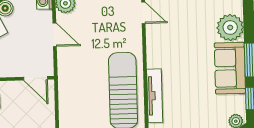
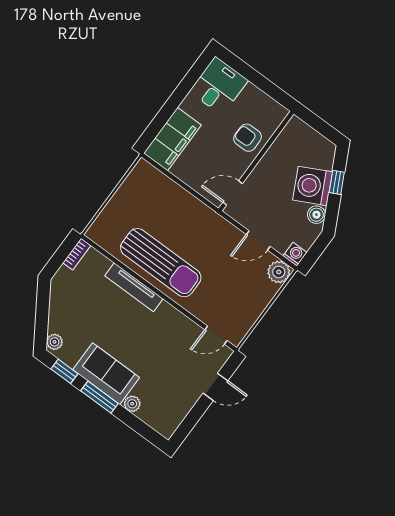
plant: (230, 27) -> (132, 404), width x0.53, depth x0.53

